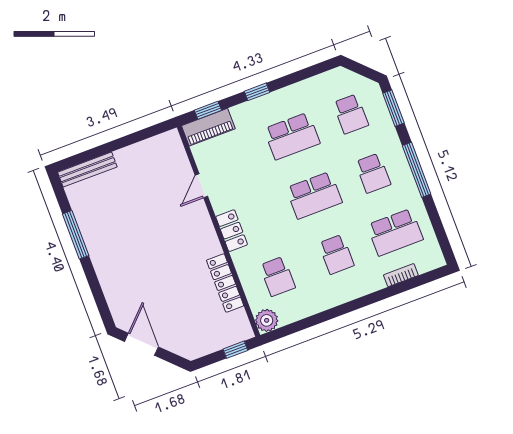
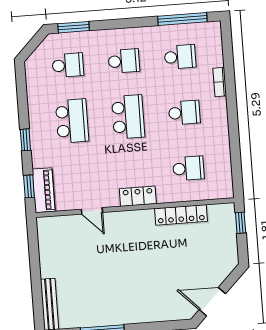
window: (417, 170) -> (182, 19), moved
school desk: (395, 232) -> (180, 57), width x0.54
bookcase: (401, 275) -> (220, 82), moved
plant: (267, 320) -> (223, 189), removed

